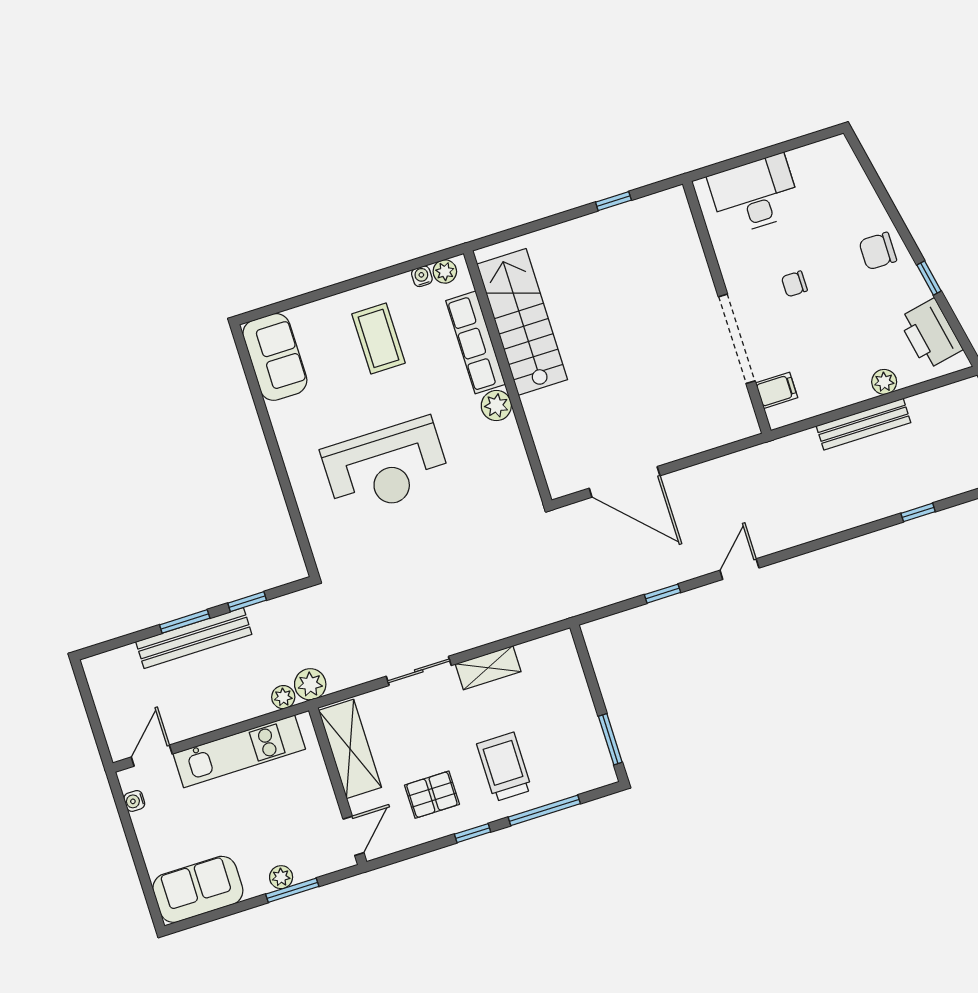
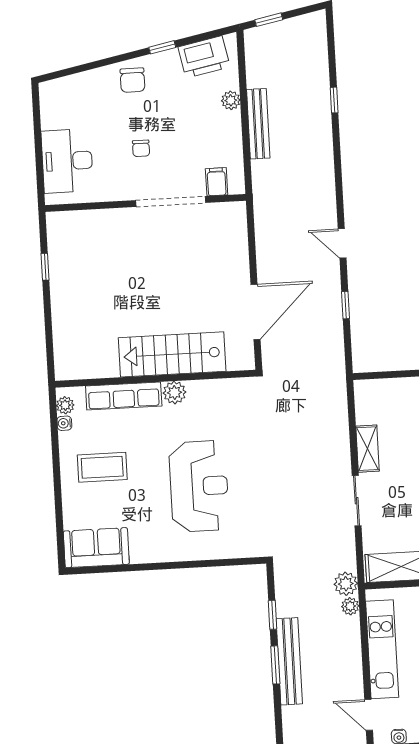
stairs: (522, 322) -> (172, 354), moved

